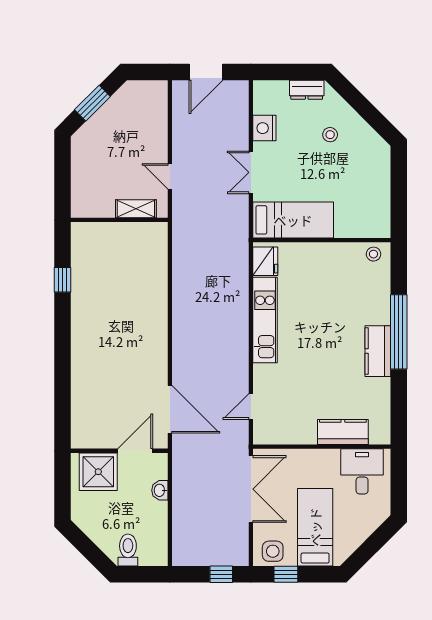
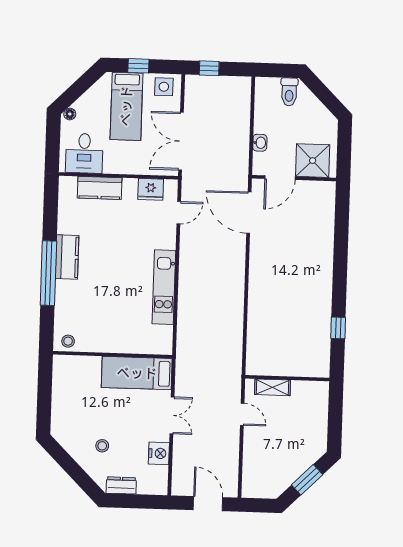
door: (206, 72) -> (208, 504), hinge flipped
fridge: (265, 261) -> (151, 189), moved, turned -90
floor lamp: (380, 516) -> (70, 114), added
window: (286, 574) -> (138, 66), moved

